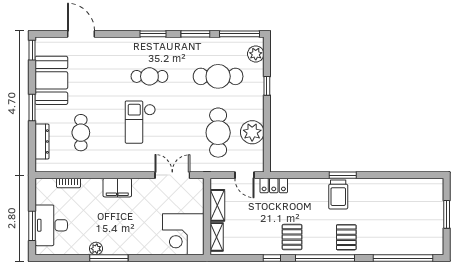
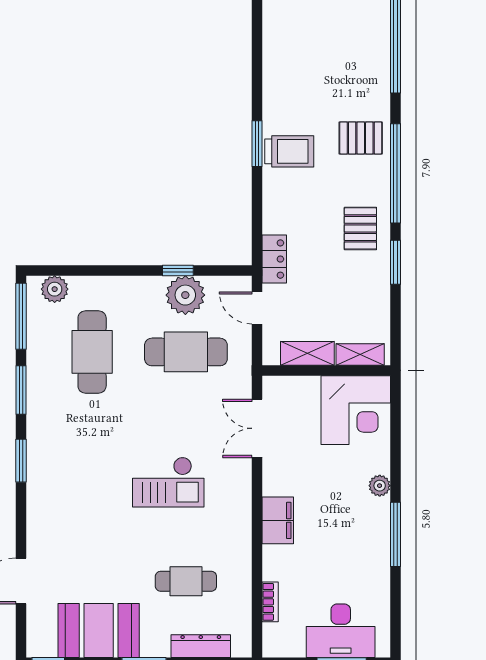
cafe table: (149, 76) -> (92, 467), removed
window: (267, 86) -> (178, 270), moved
door: (244, 175) -> (257, 308), swing flipped
pallet: (292, 237) -> (360, 228), turned 90
plant: (96, 249) -> (380, 486), moved
window: (272, 258) -> (395, 262), width x1.50

